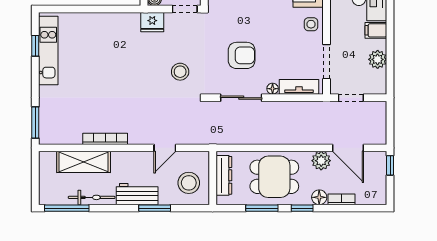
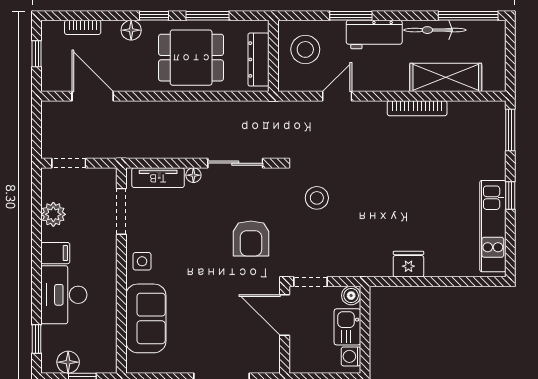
fridge: (152, 22) -> (408, 264), moved
window: (35, 46) -> (510, 195), moved
armchair: (242, 55) -> (251, 238), moved, turned -90
doorway: (351, 98) -> (69, 163), moved
plant: (321, 161) -> (128, 79), removed
window: (390, 165) -> (37, 54), moved
bookcase: (341, 199) -> (83, 27), moved

